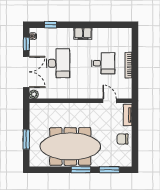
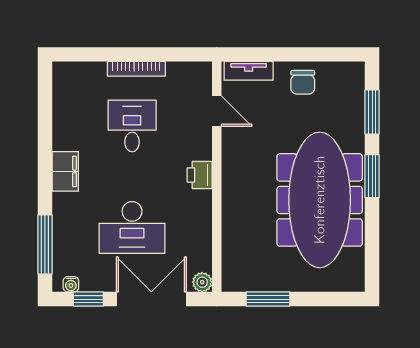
window: (51, 25) -> (45, 244), width x2.17
desk: (58, 63) -> (132, 227), turned 180
printer: (81, 93) -> (200, 175), added
door: (110, 101) -> (217, 111), swing flipped
window: (26, 139) -> (268, 299), moved

